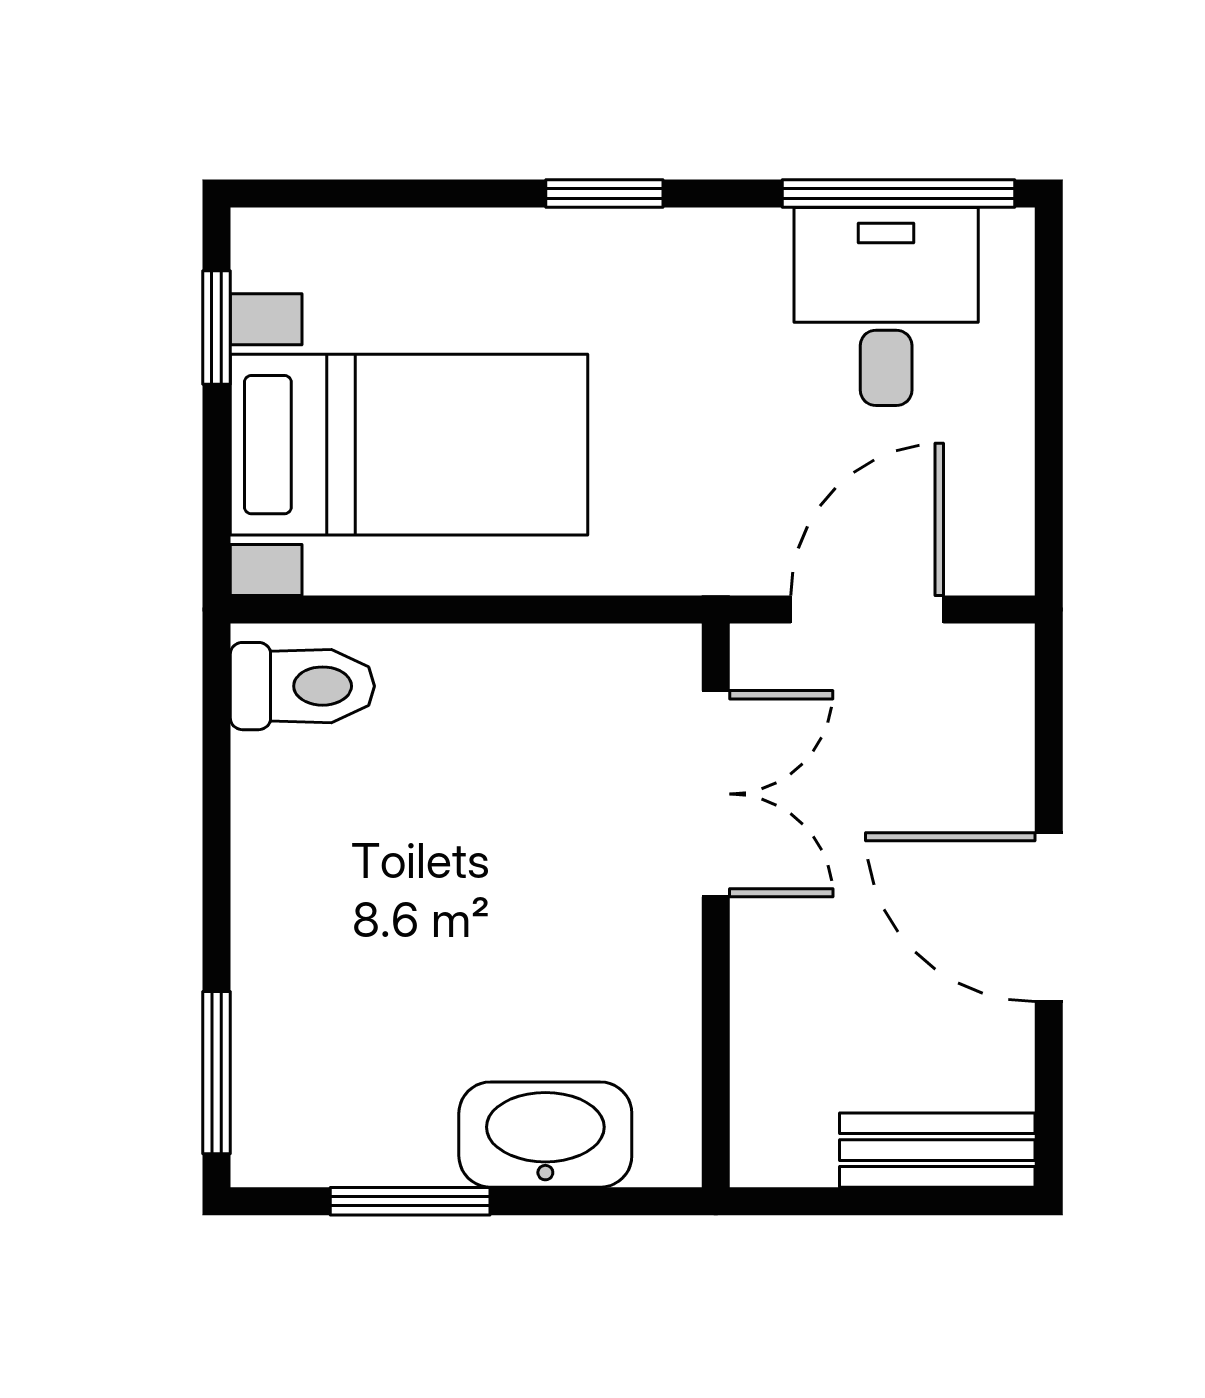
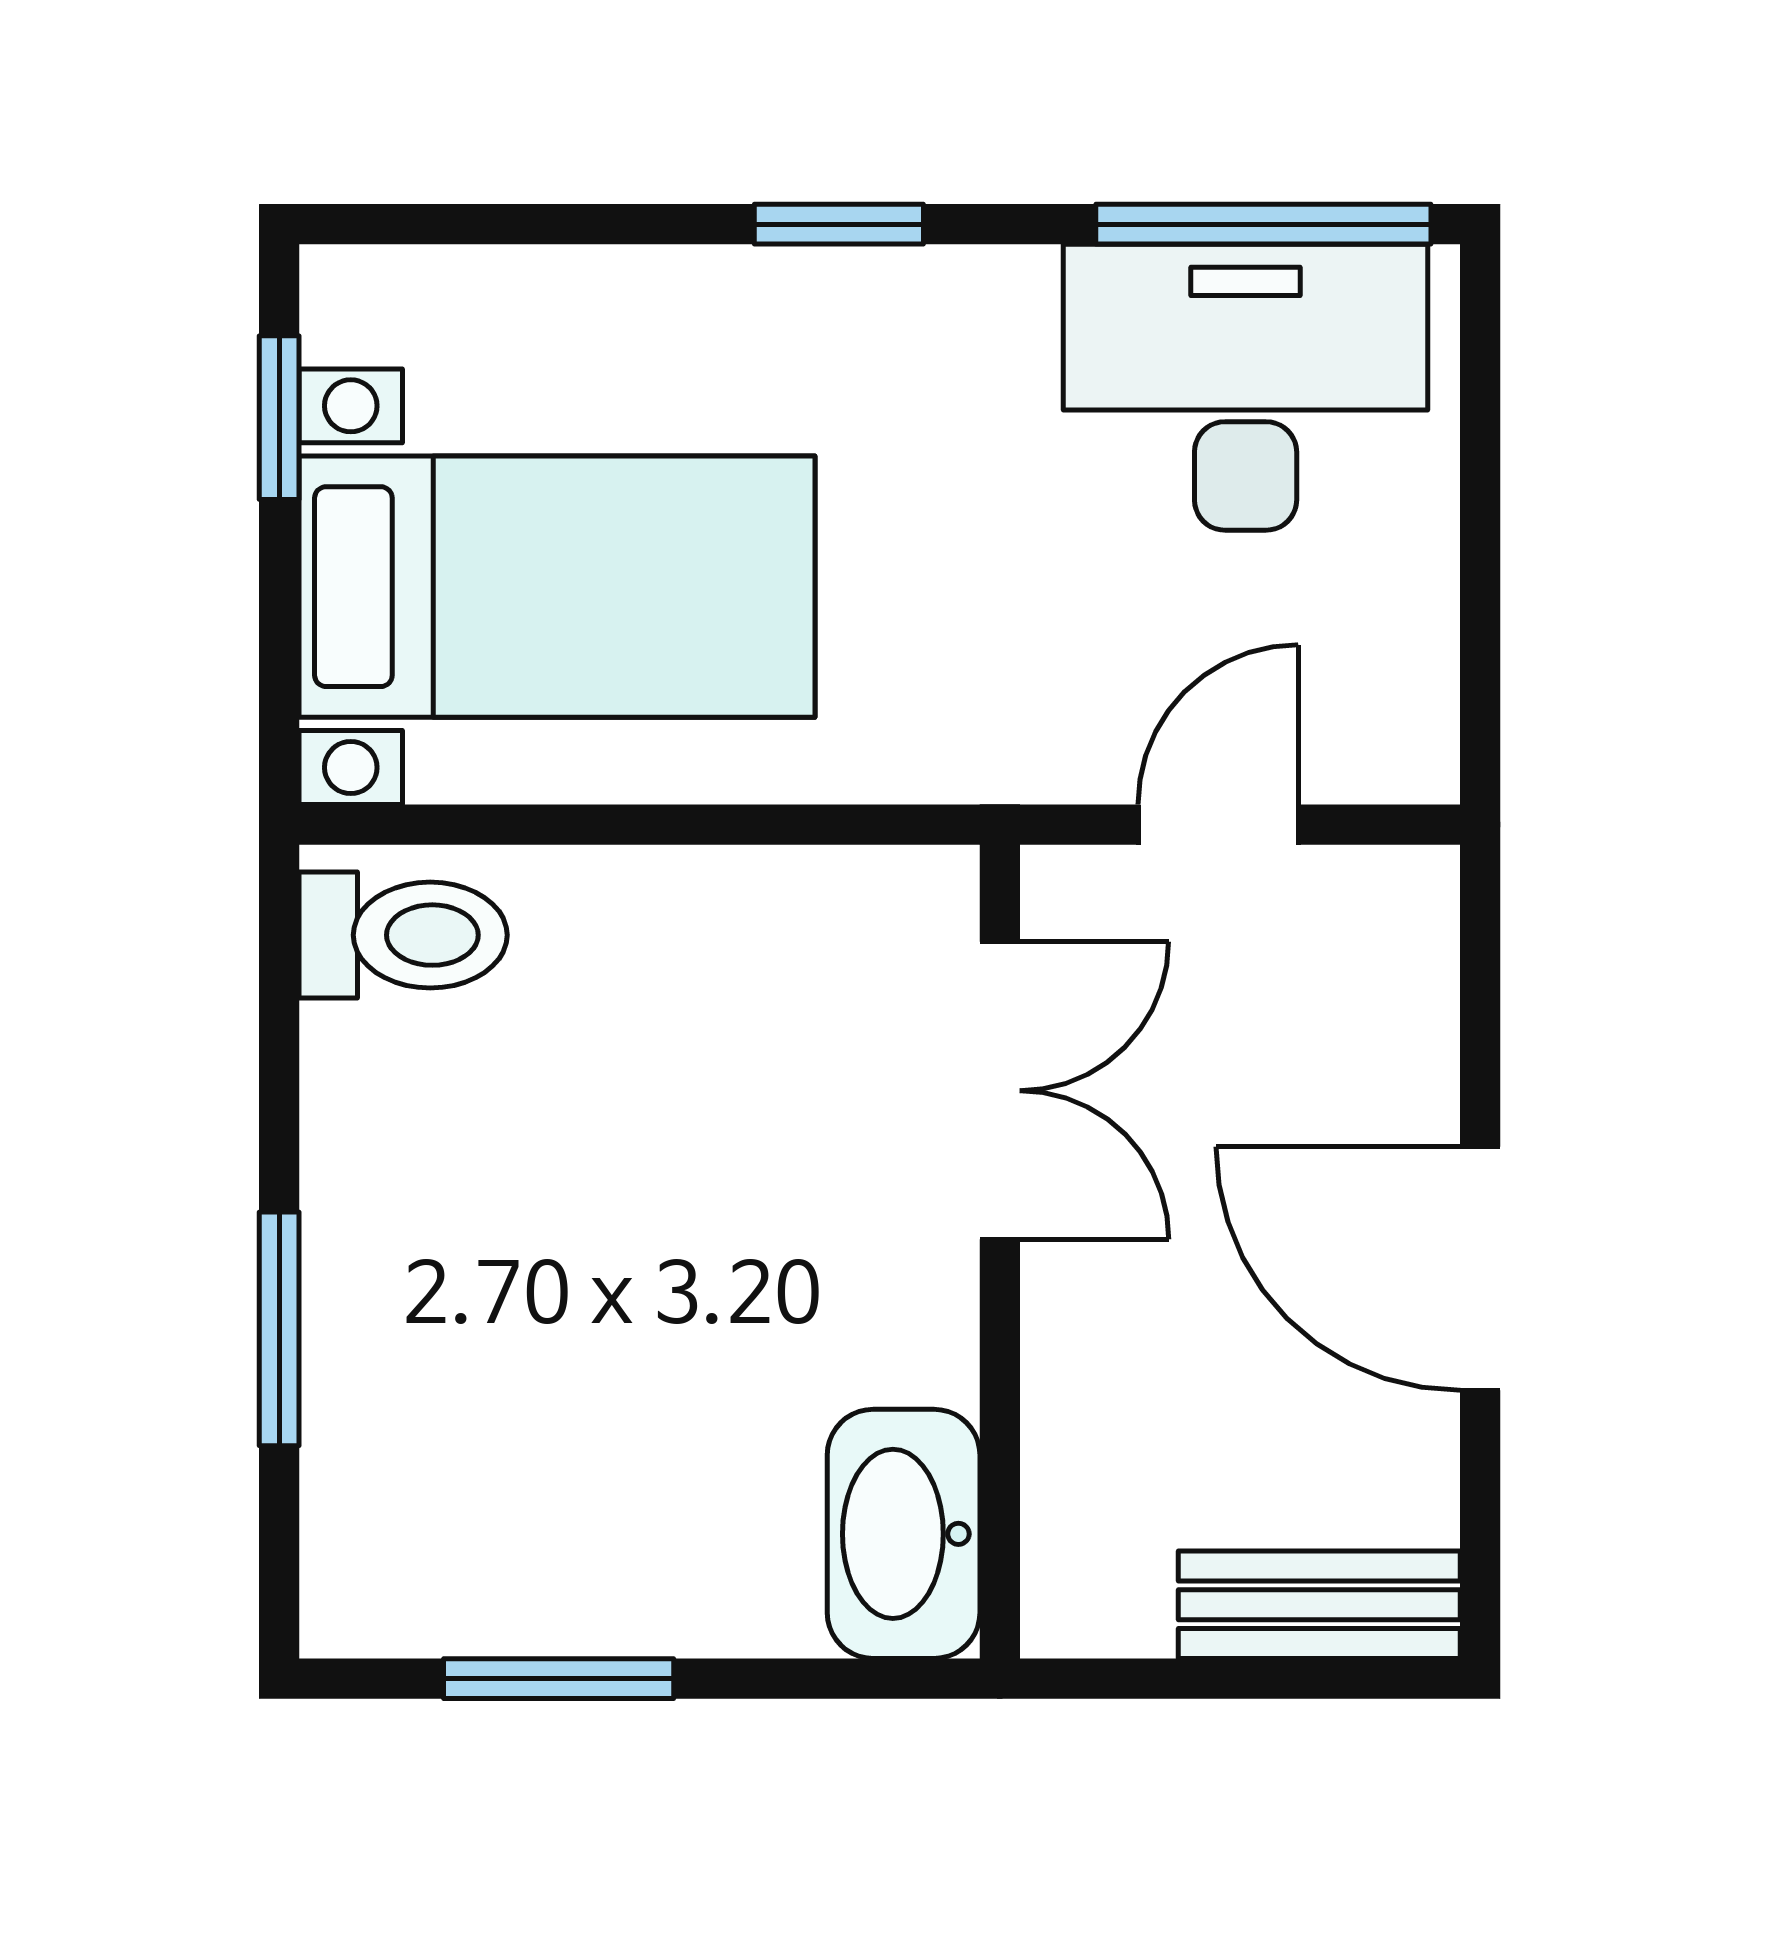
desk: (886, 306) -> (1246, 387), width x1.37
door: (867, 609) -> (1218, 825), width x0.73
window: (216, 1073) -> (279, 1329), moved
washbasin: (545, 1135) -> (904, 1534), moved, turned -90

